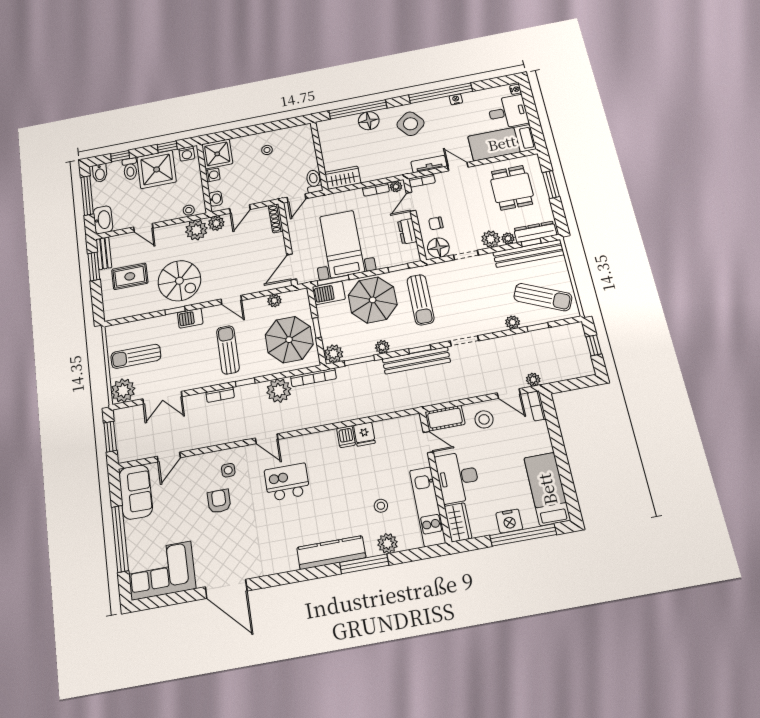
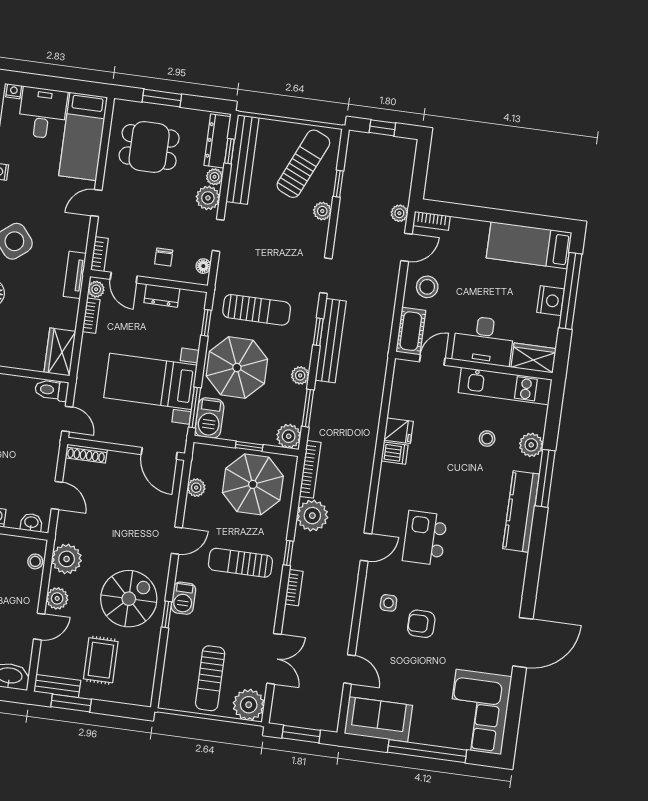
tv unit: (429, 164) -> (75, 275), moved
plant: (216, 223) -> (57, 598), moved
floor lamp: (438, 248) -> (203, 266), width x0.53, depth x0.53

